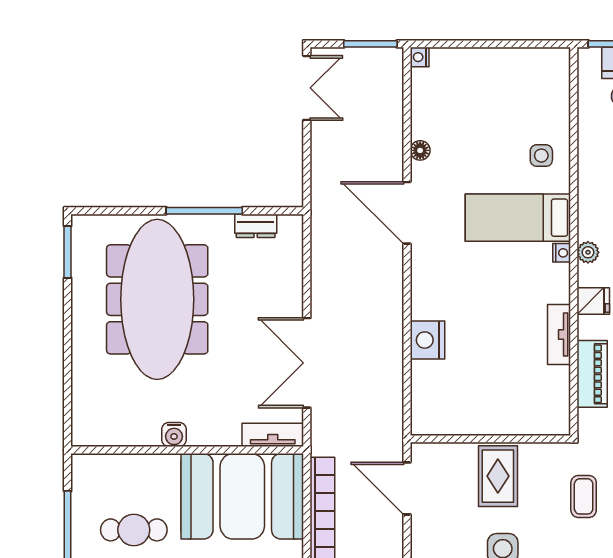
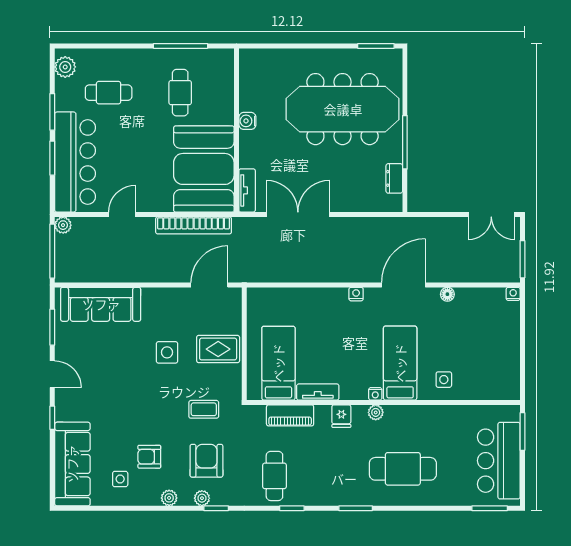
nightstand: (427, 340) -> (356, 294), moved, width x0.53, depth x0.56
bed: (518, 390) -> (278, 363), added

